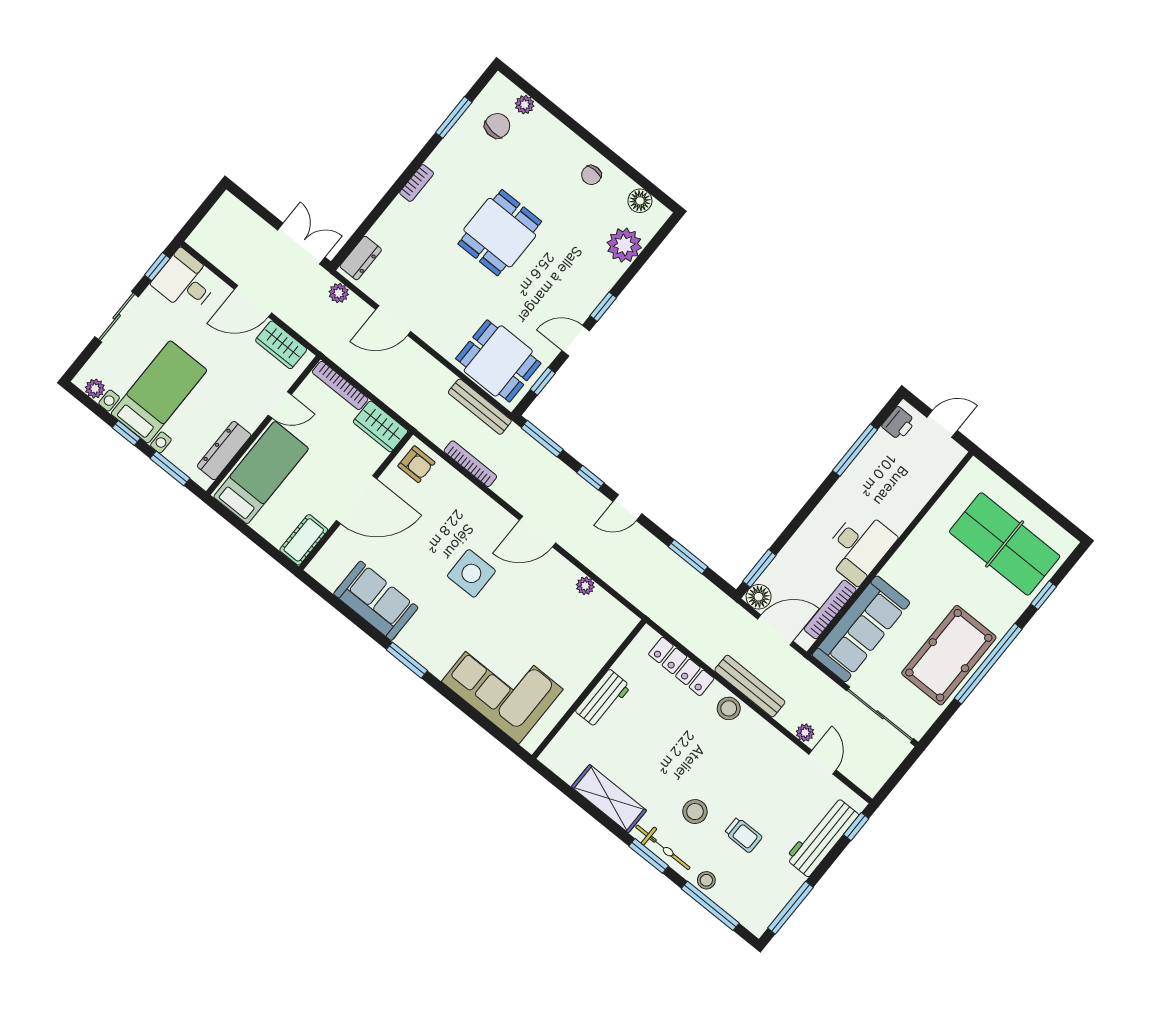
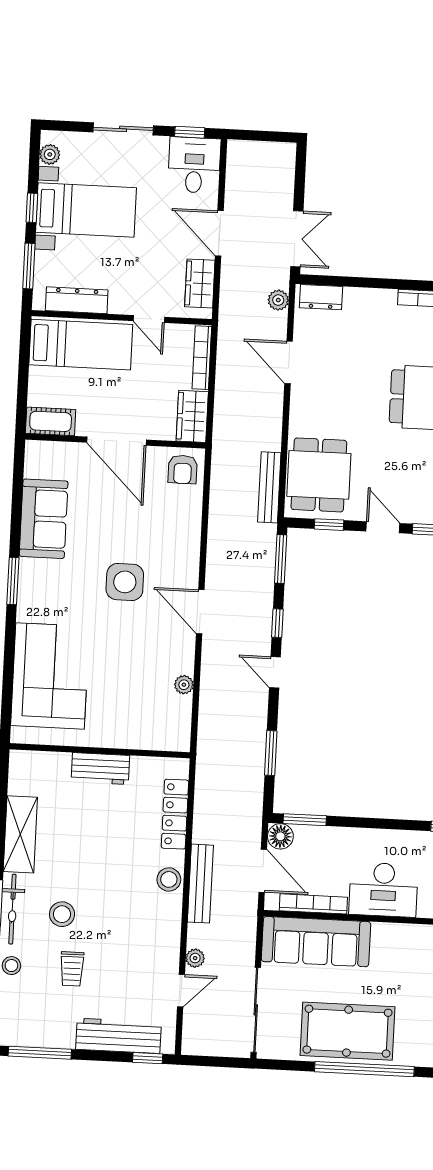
bookcase: (470, 464) -> (216, 514), removed

